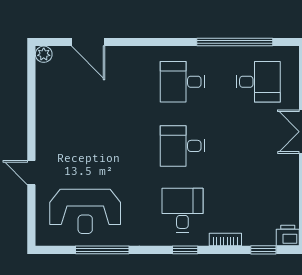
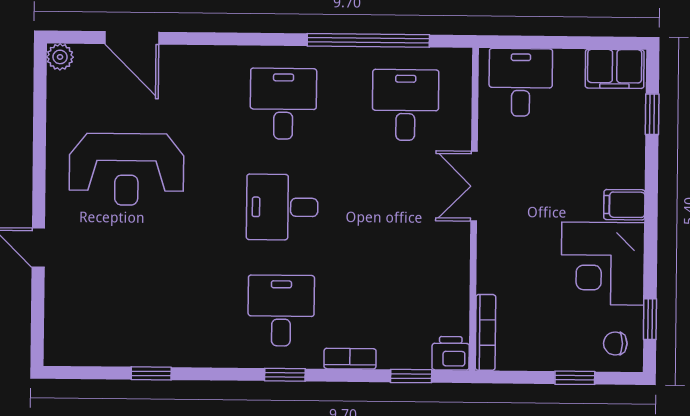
desk: (182, 82) -> (283, 104), turned 90
desk: (258, 82) -> (405, 105), turned -90
reception desk: (85, 211) -> (127, 169), moved
window: (102, 250) -> (151, 373), width x0.46

